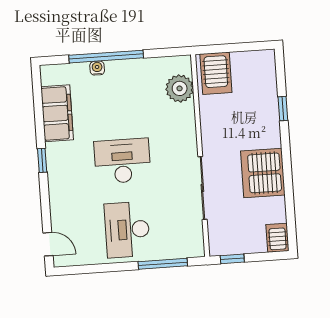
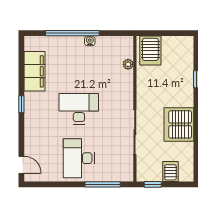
water cooler: (97, 68) -> (90, 41), moved
plant: (180, 88) -> (128, 64), width x0.53, depth x0.53
server rack: (277, 238) -> (170, 172), moved

